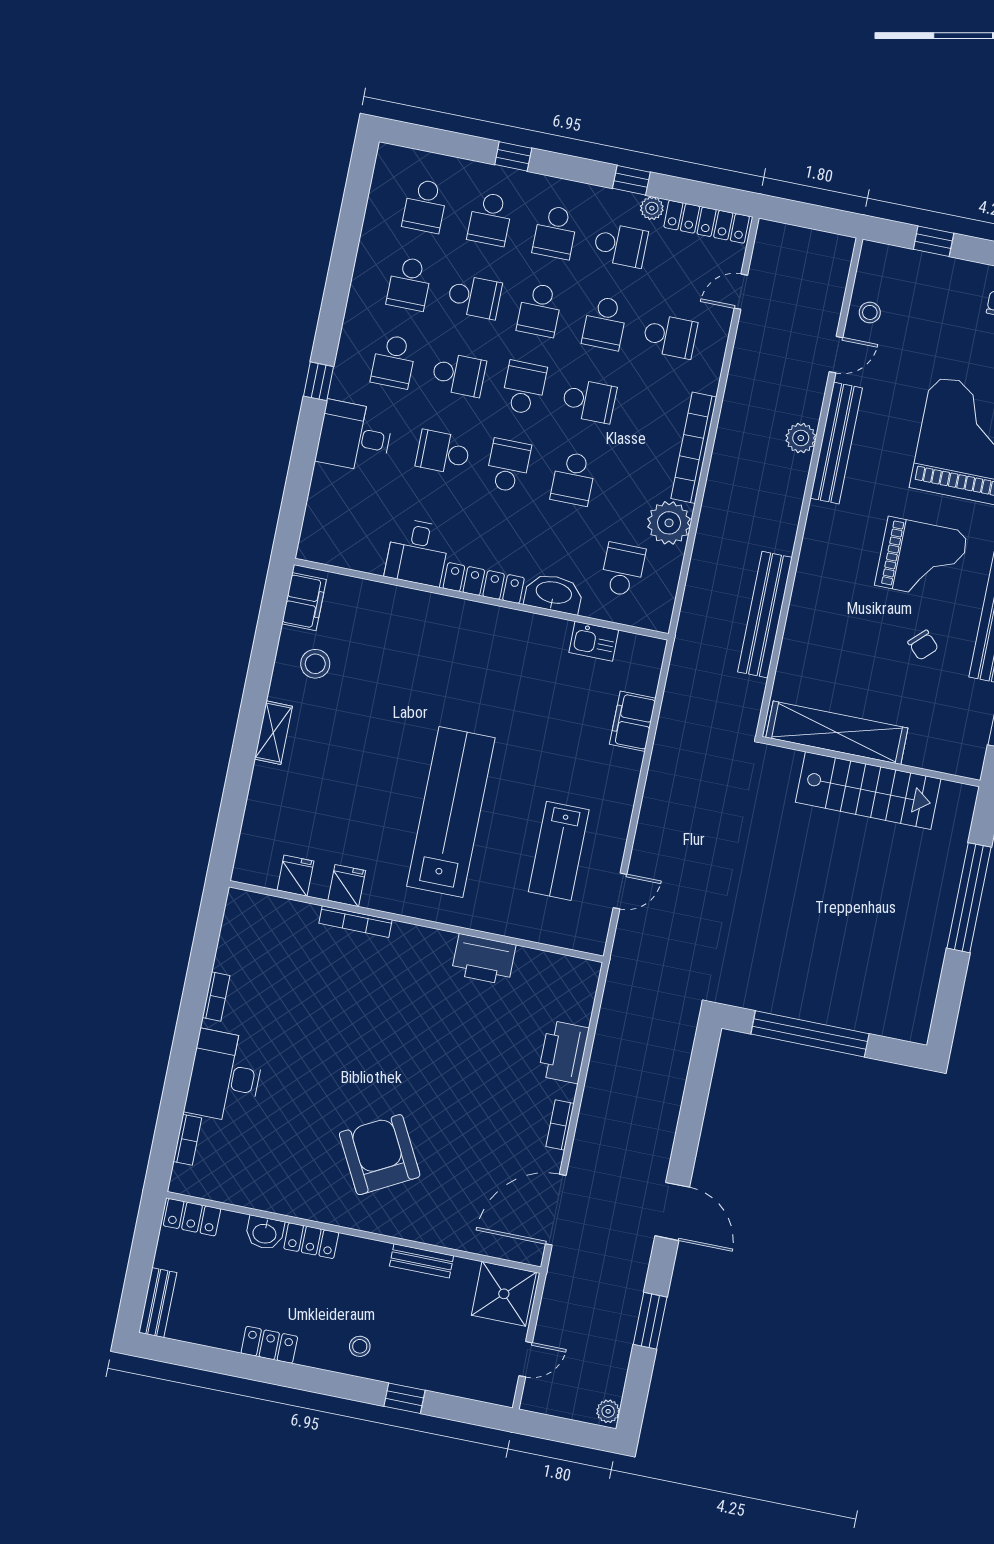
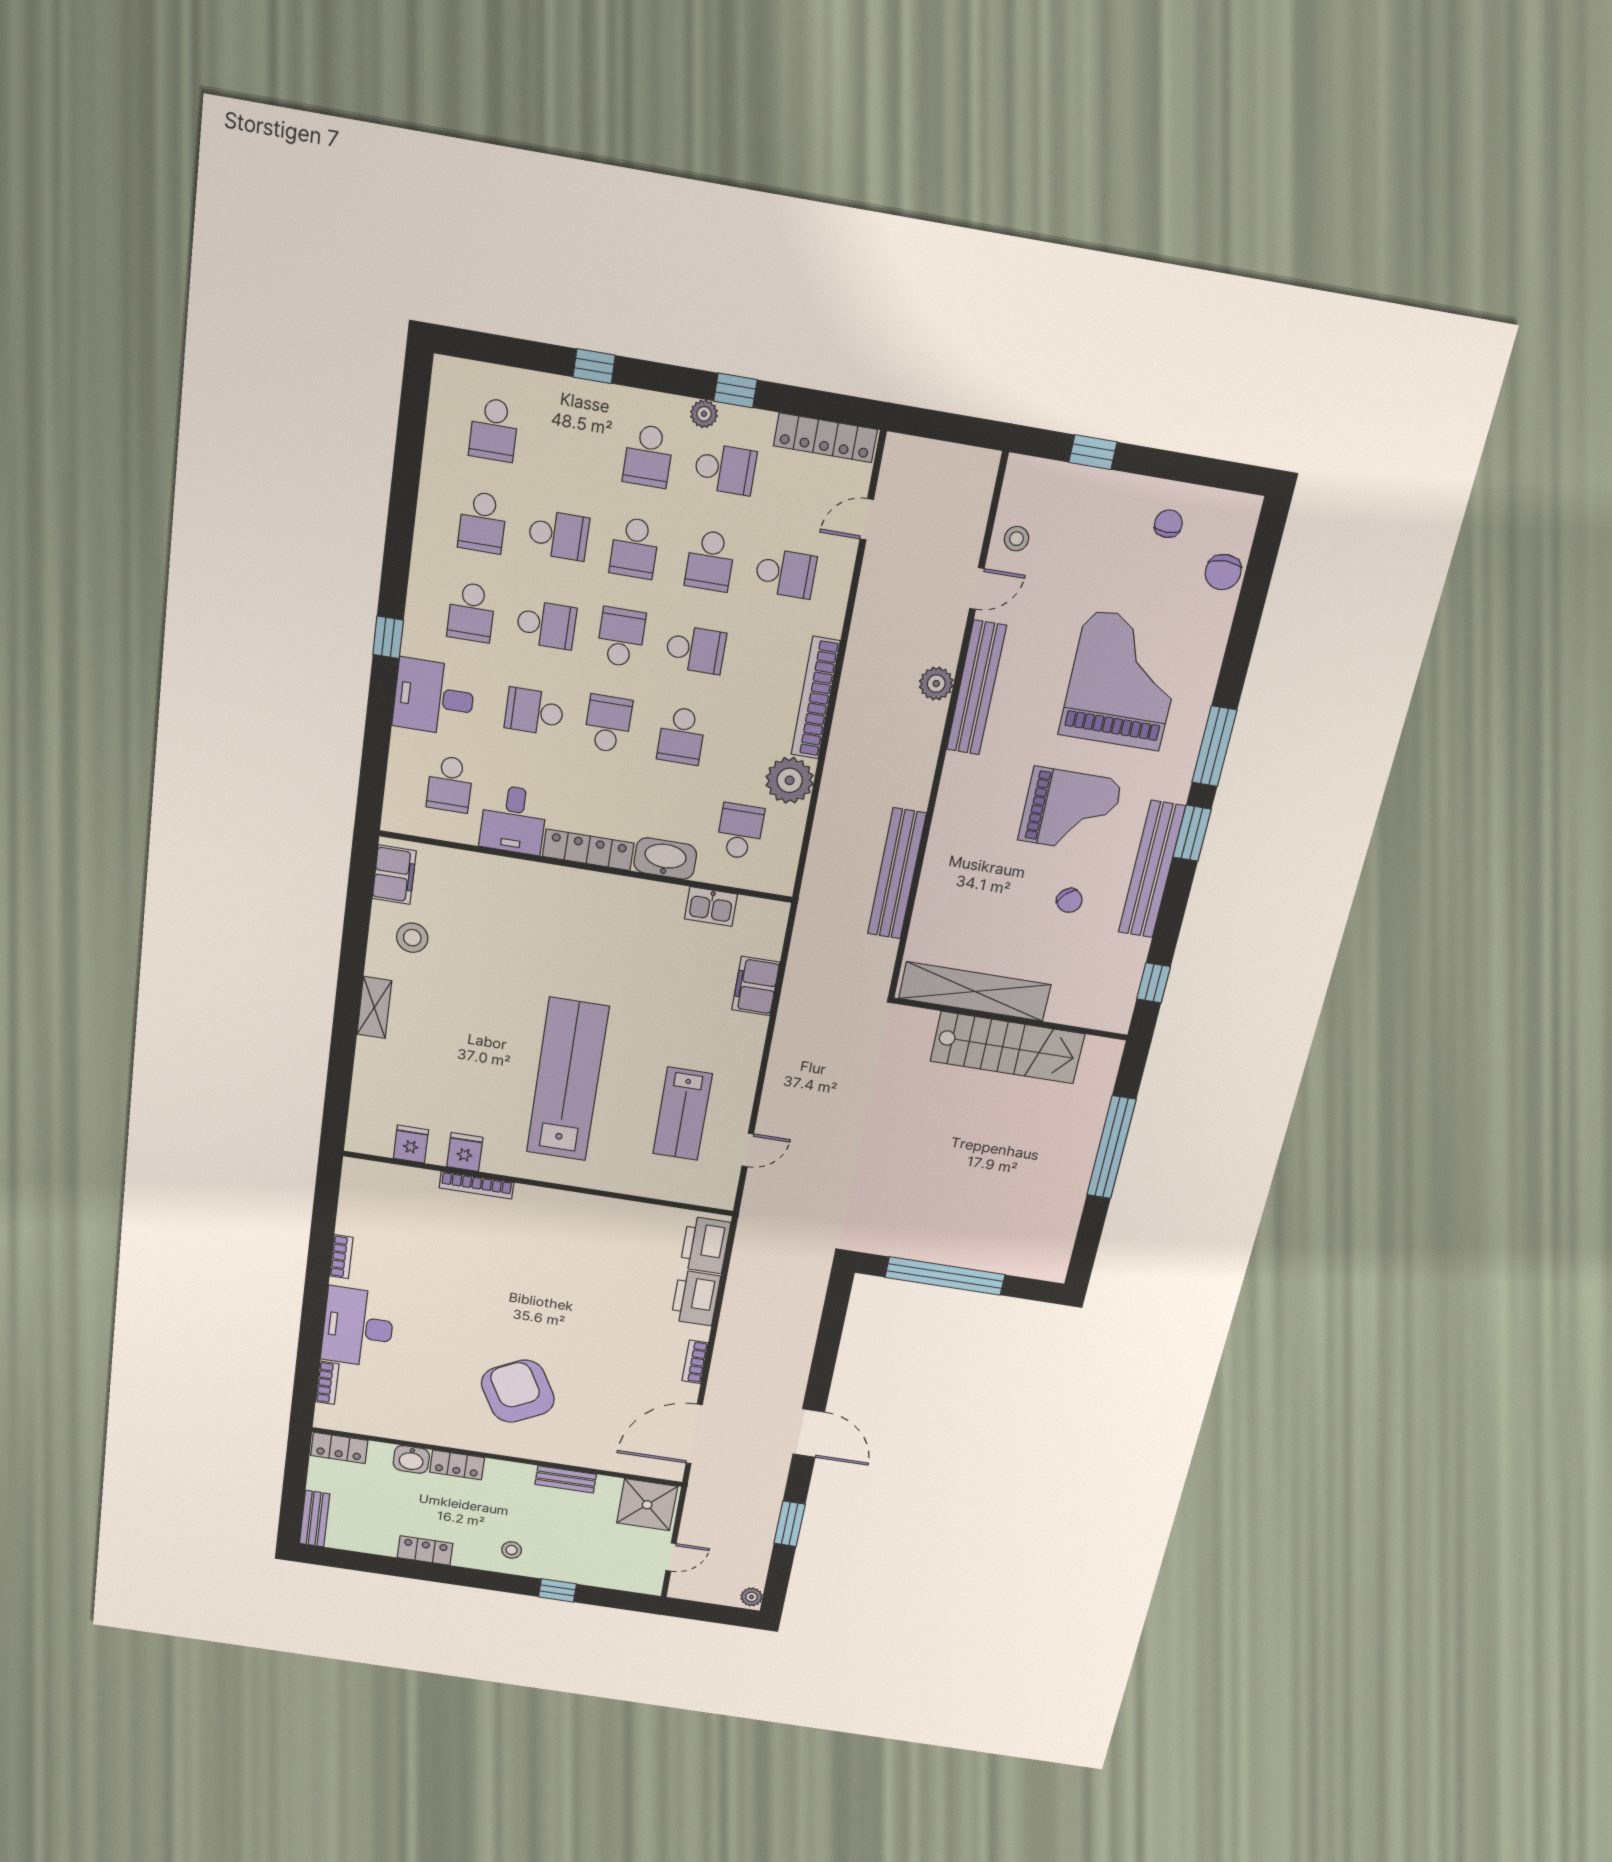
plant: (652, 208) -> (704, 414), moved
school desk: (490, 219) -> (450, 784), moved
printer: (484, 959) -> (705, 1245), moved, turned 90

